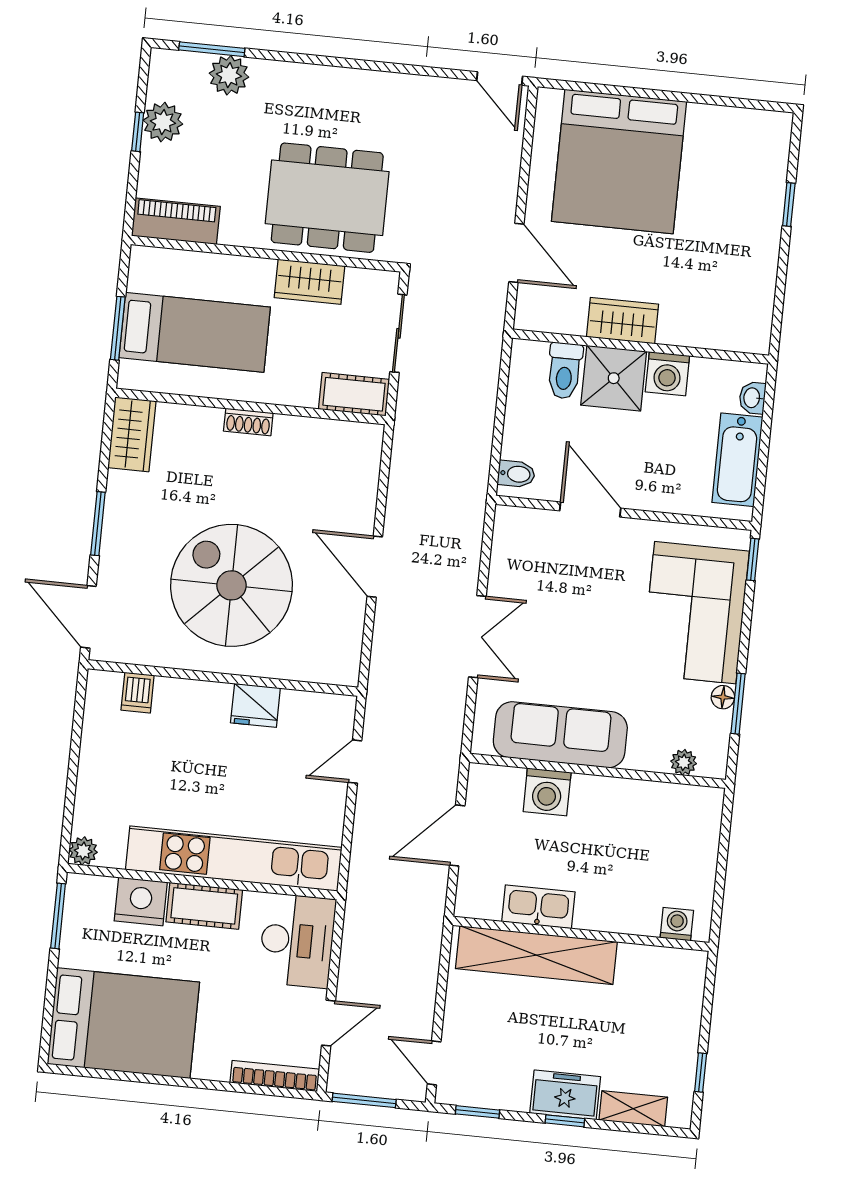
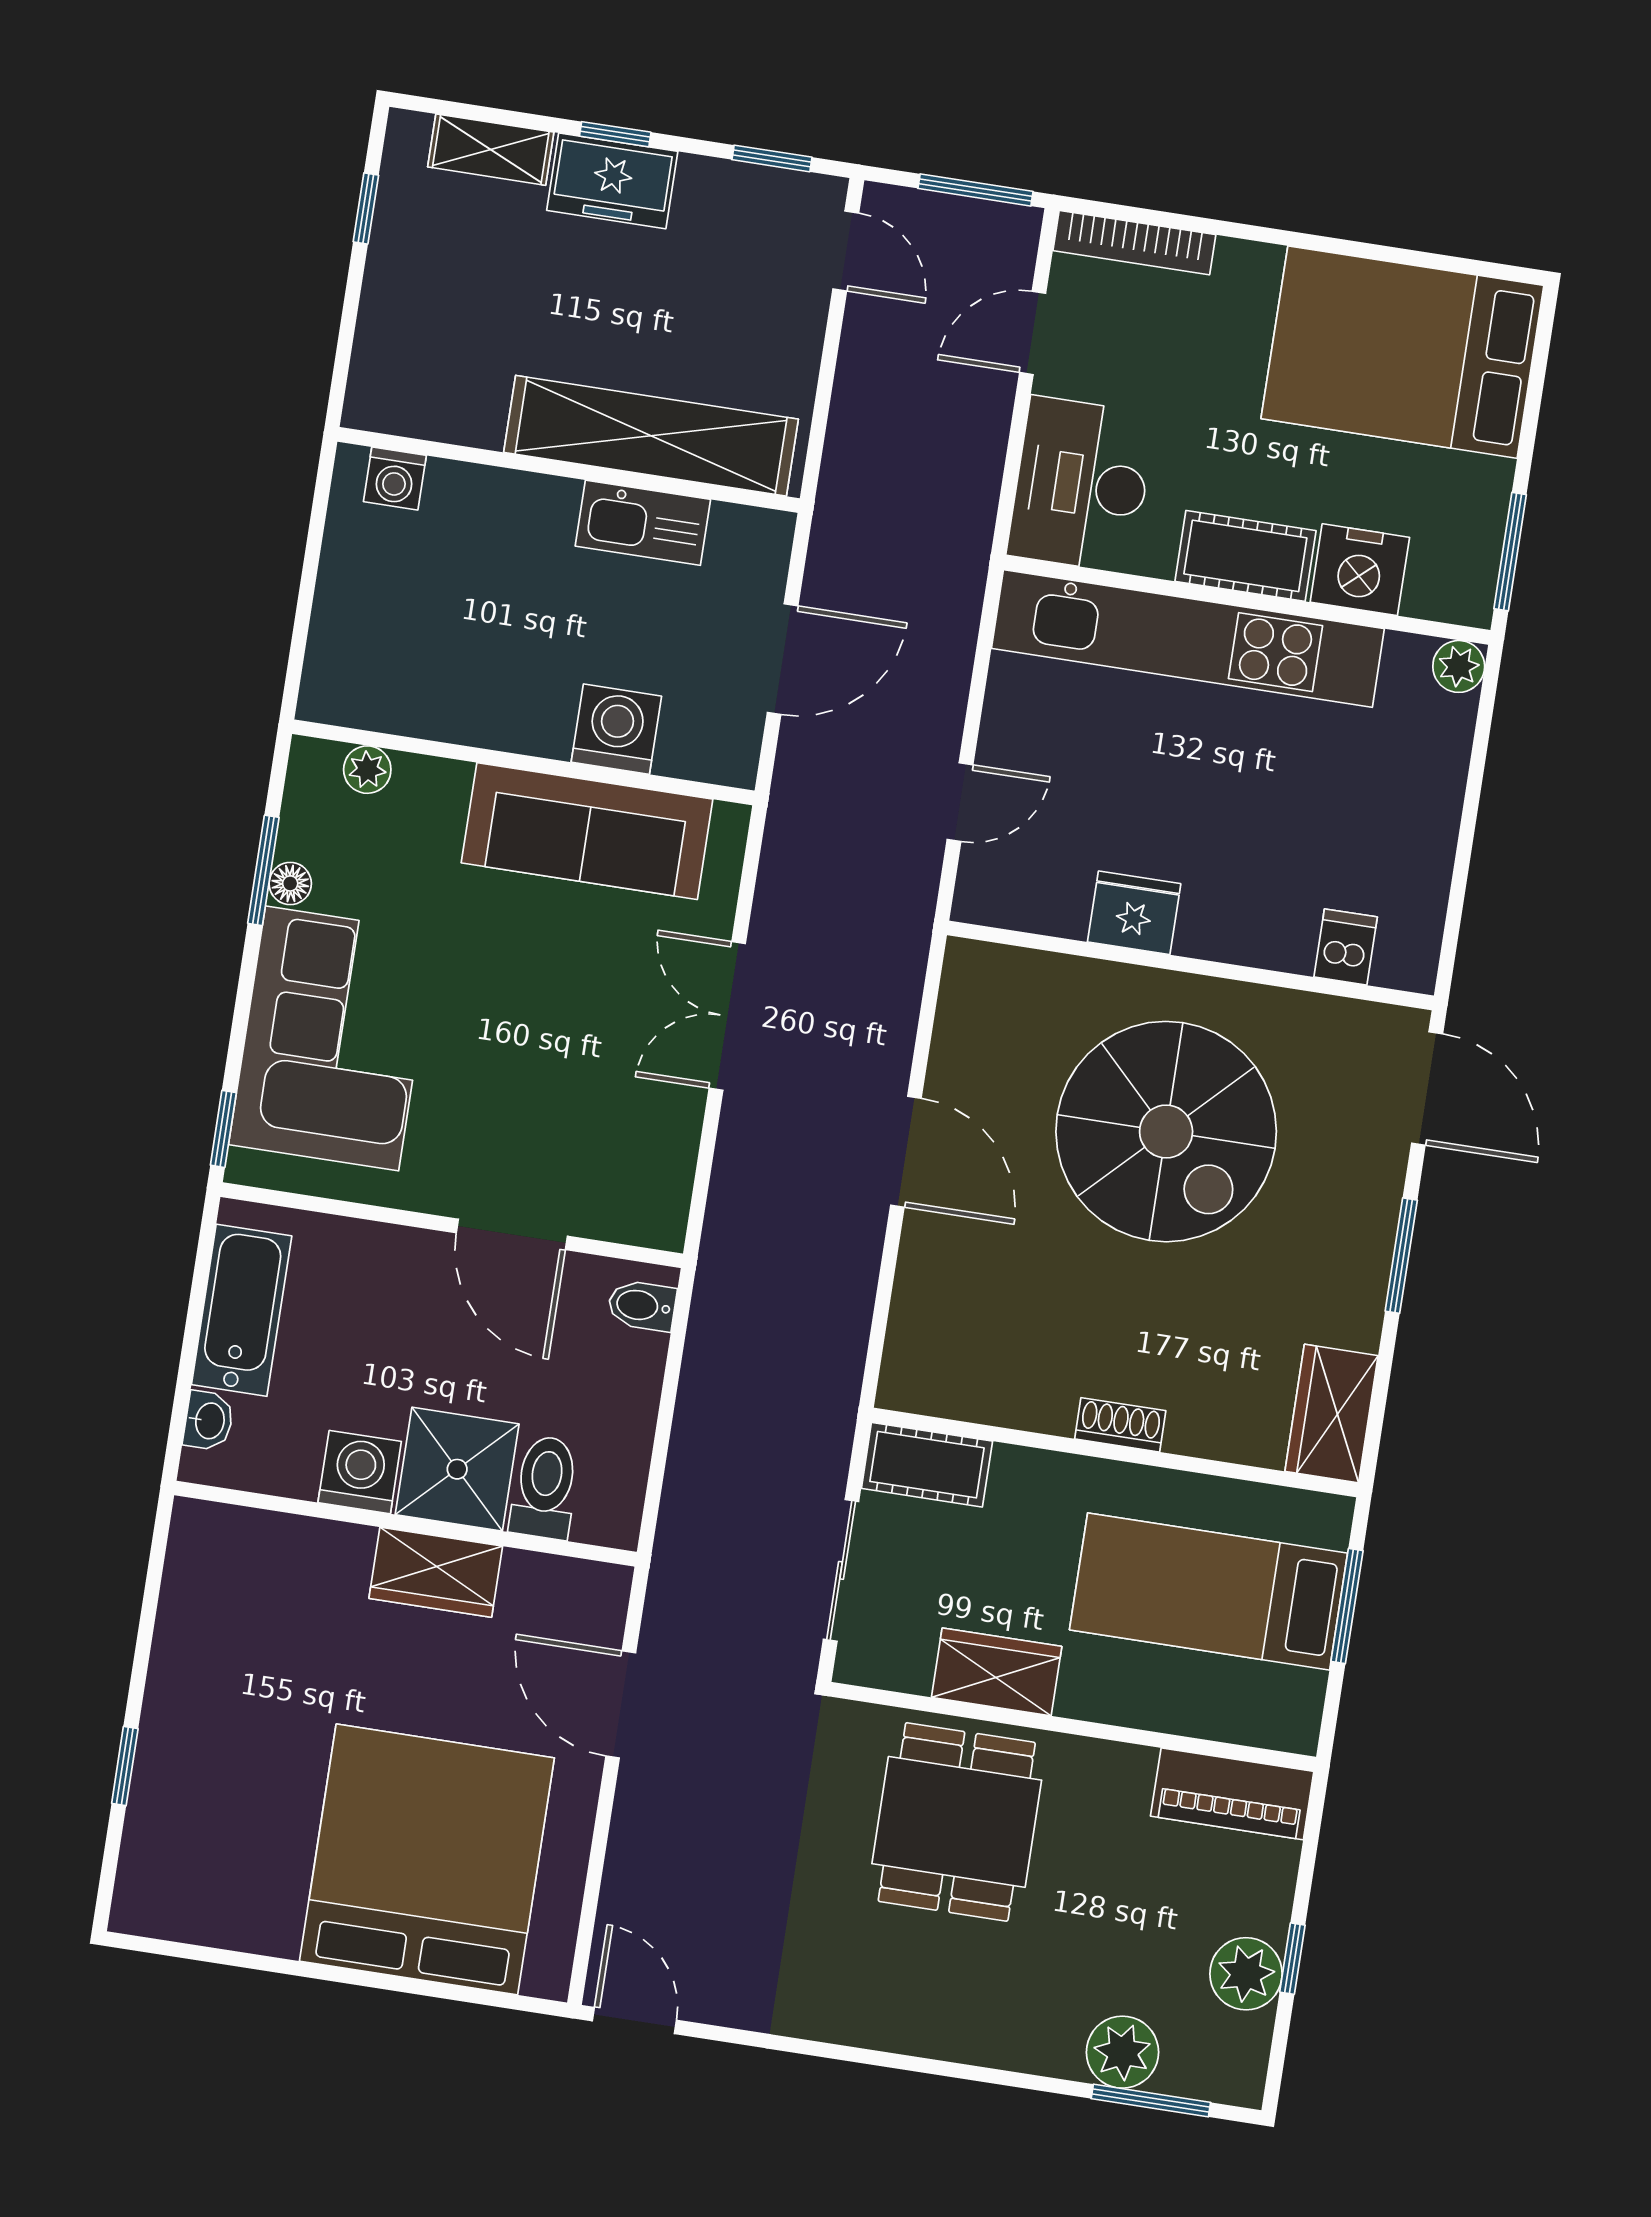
dining table: (327, 198) -> (957, 1822), width x0.73

